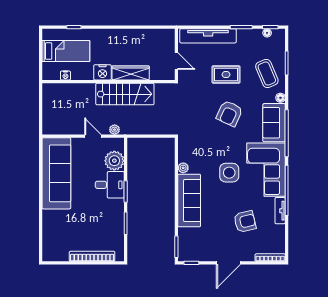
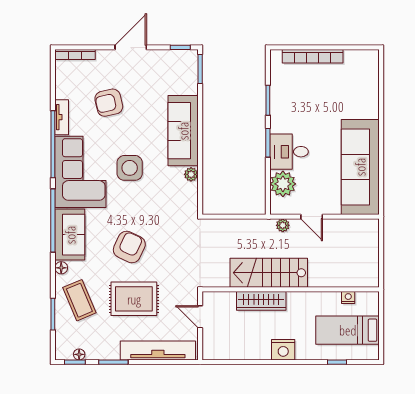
nightstand: (102, 72) -> (283, 350), moved, turned 180
rug: (226, 75) -> (134, 299), width x1.36, depth x1.43

